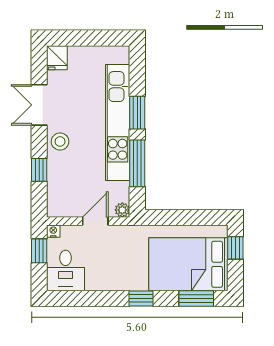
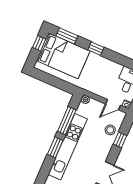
stool: (60, 141) -> (110, 130), moved
door: (95, 221) -> (113, 105), moved
window: (235, 248) -> (39, 43), moved

